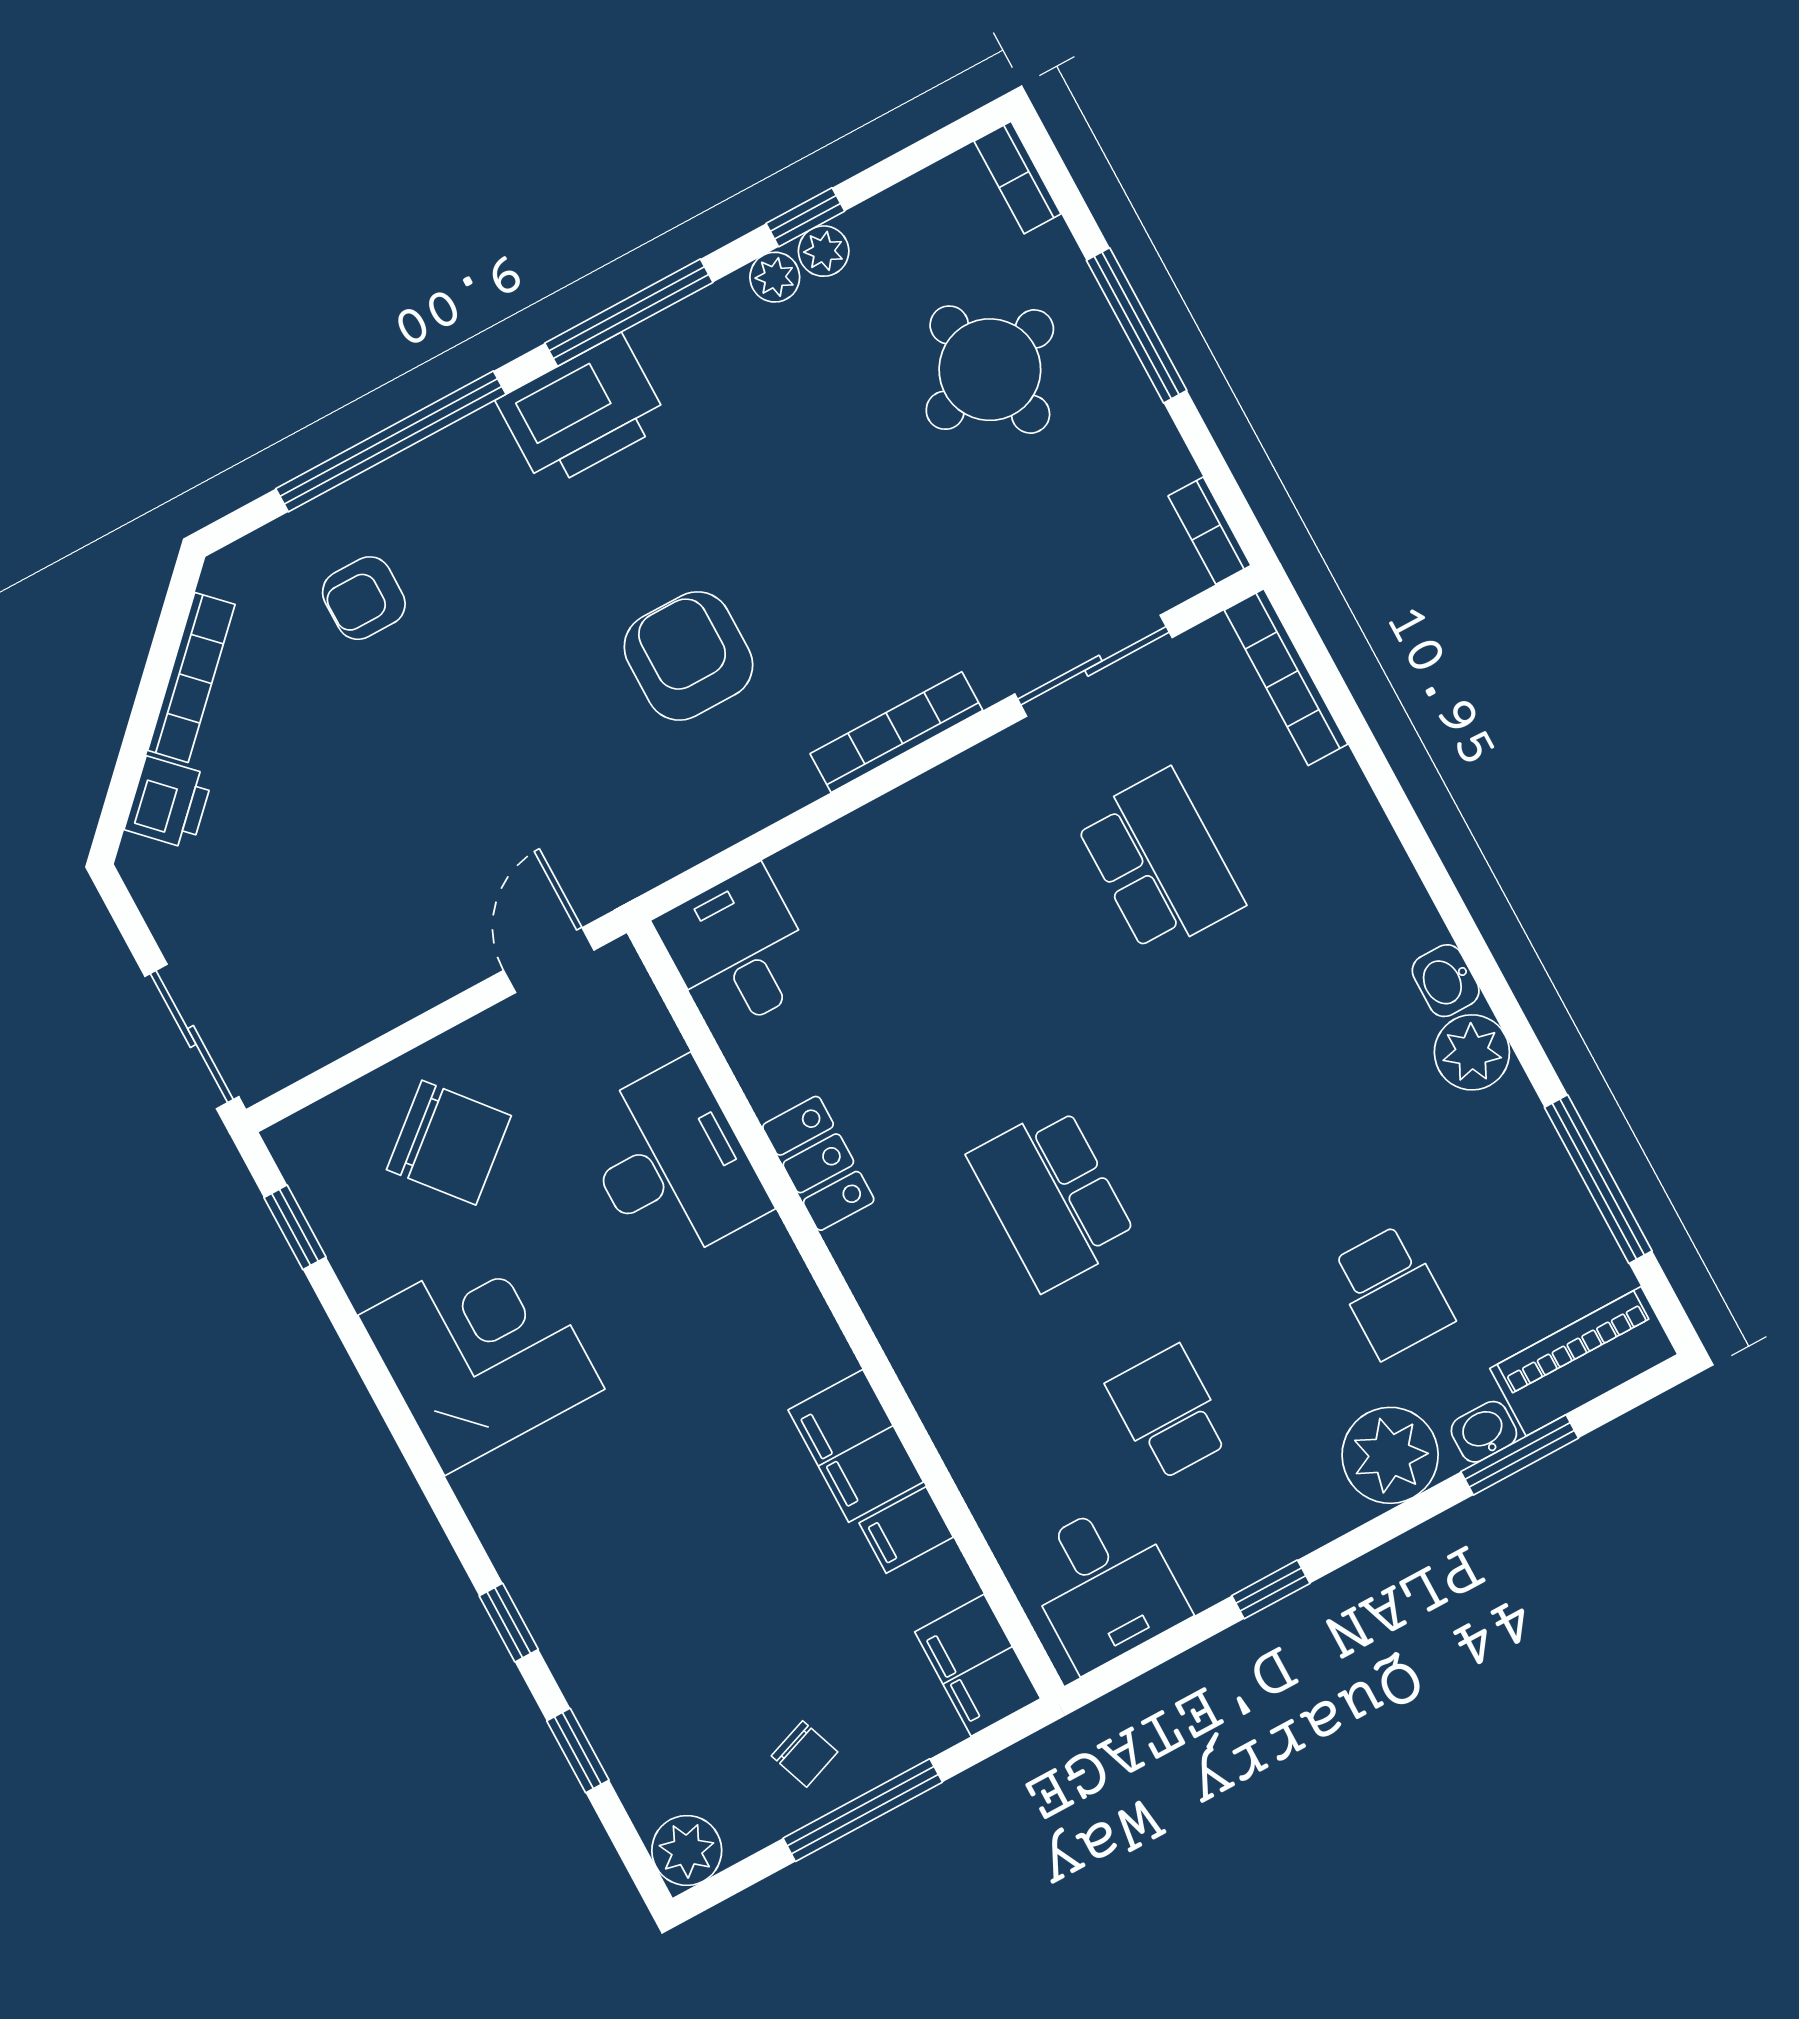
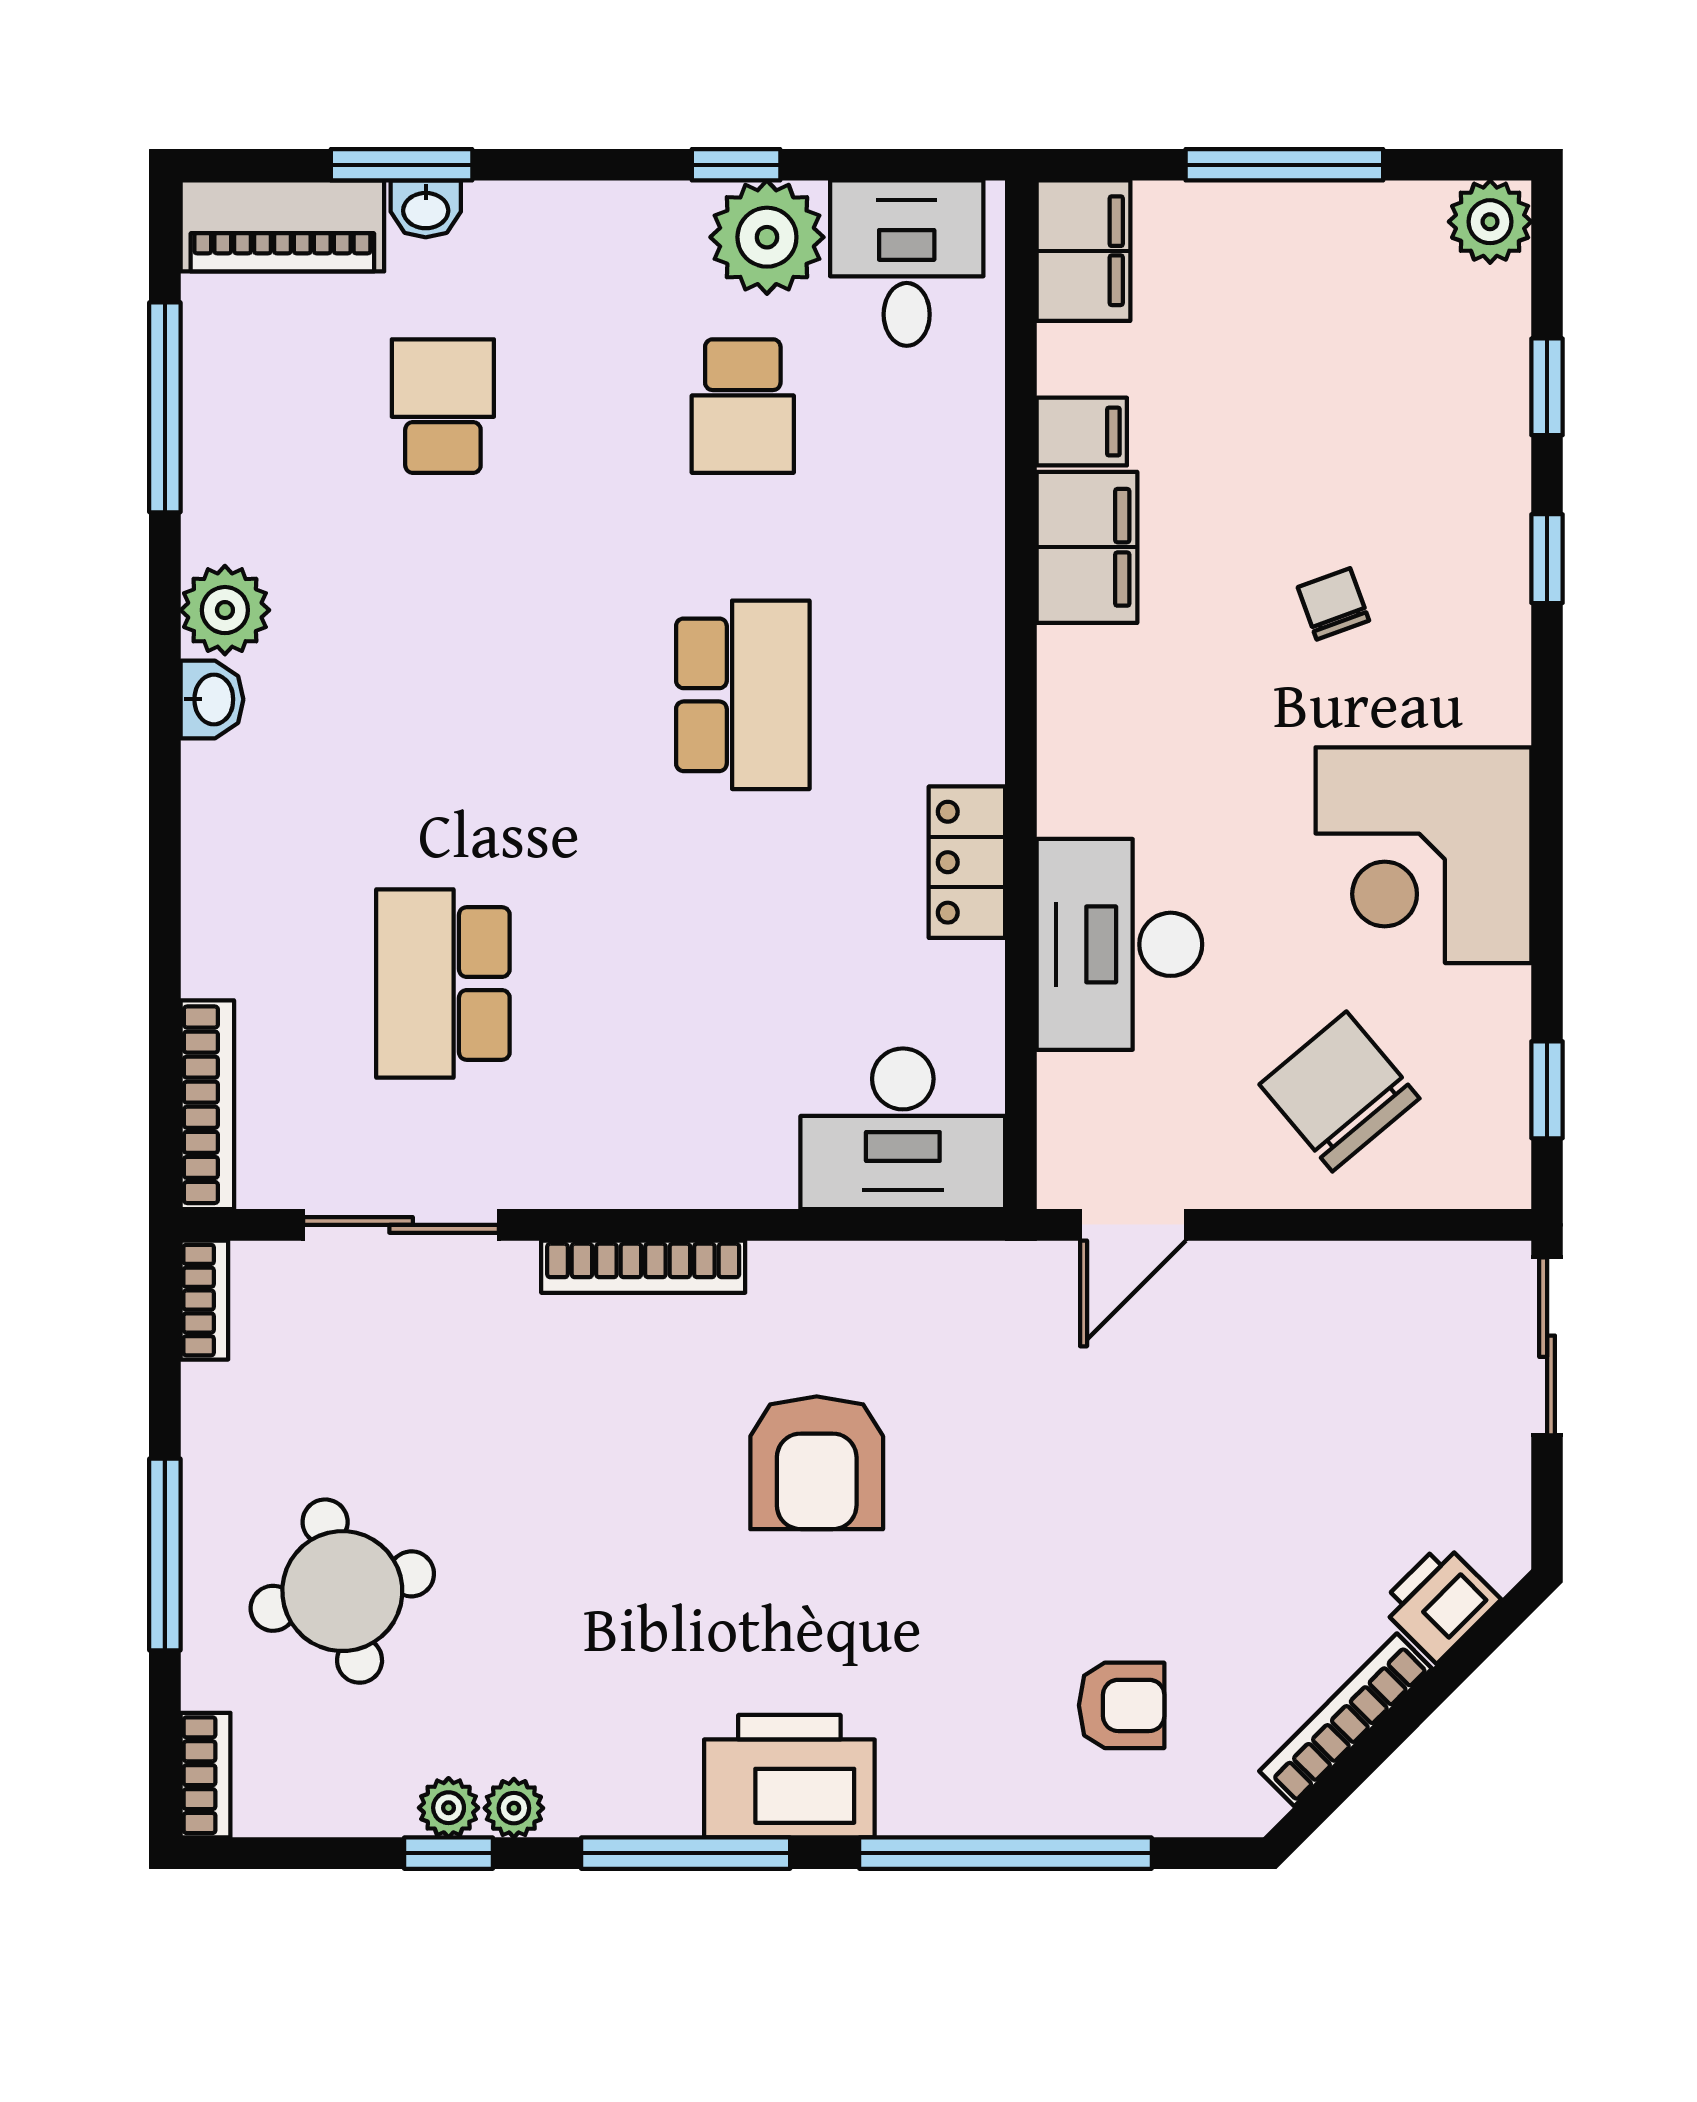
desk: (738, 950) -> (903, 1129), width x1.37
plant: (1390, 1455) -> (767, 237), moved
chair: (805, 1754) -> (1333, 604), moved

